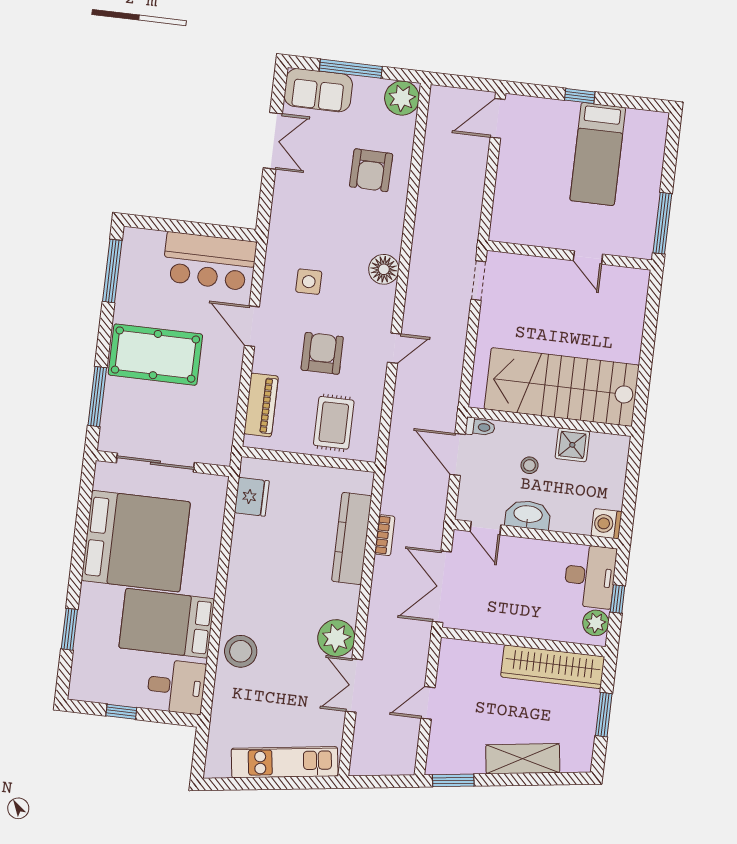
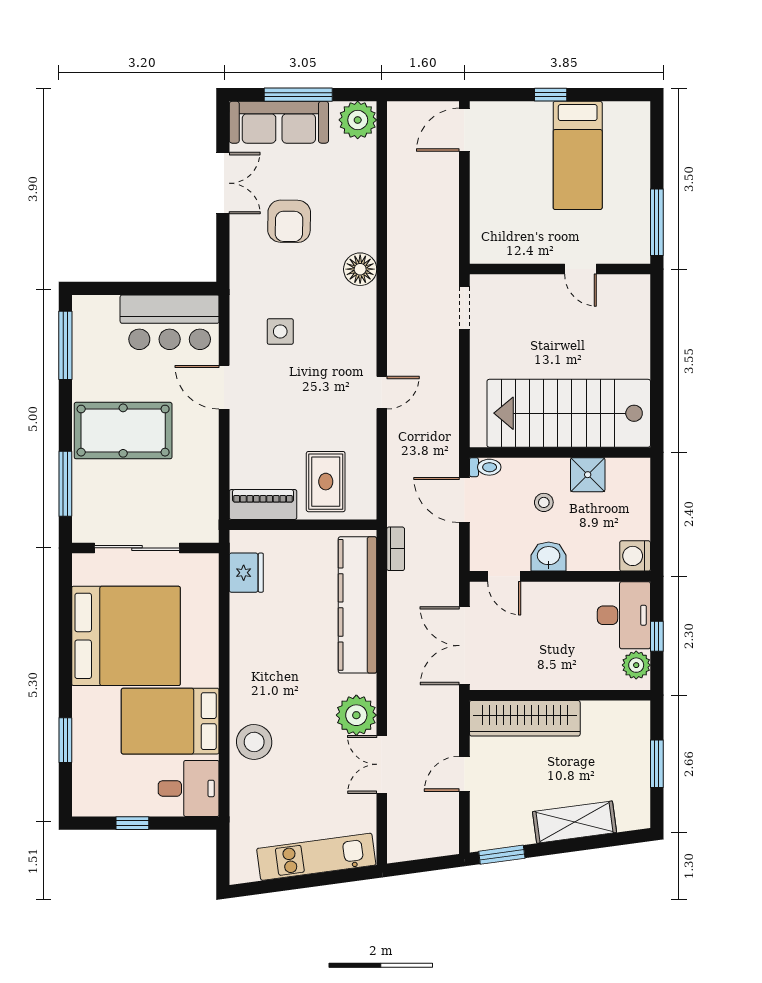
sofa: (318, 90) -> (279, 122), width x1.36
armchair: (371, 170) -> (289, 221), moved
floor lamp: (384, 269) -> (360, 269), moved
armchair: (322, 353) -> (304, 408), removed
piano: (261, 405) -> (263, 505), moved, turned -90
washbasin: (528, 515) -> (549, 556), width x0.72
bookcase: (385, 535) -> (396, 549), moved
kitchen counter: (352, 538) -> (357, 605), width x1.39, depth x1.17
wardrobe: (553, 667) -> (525, 718), moved

